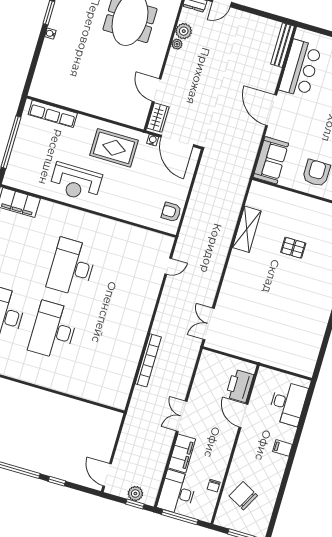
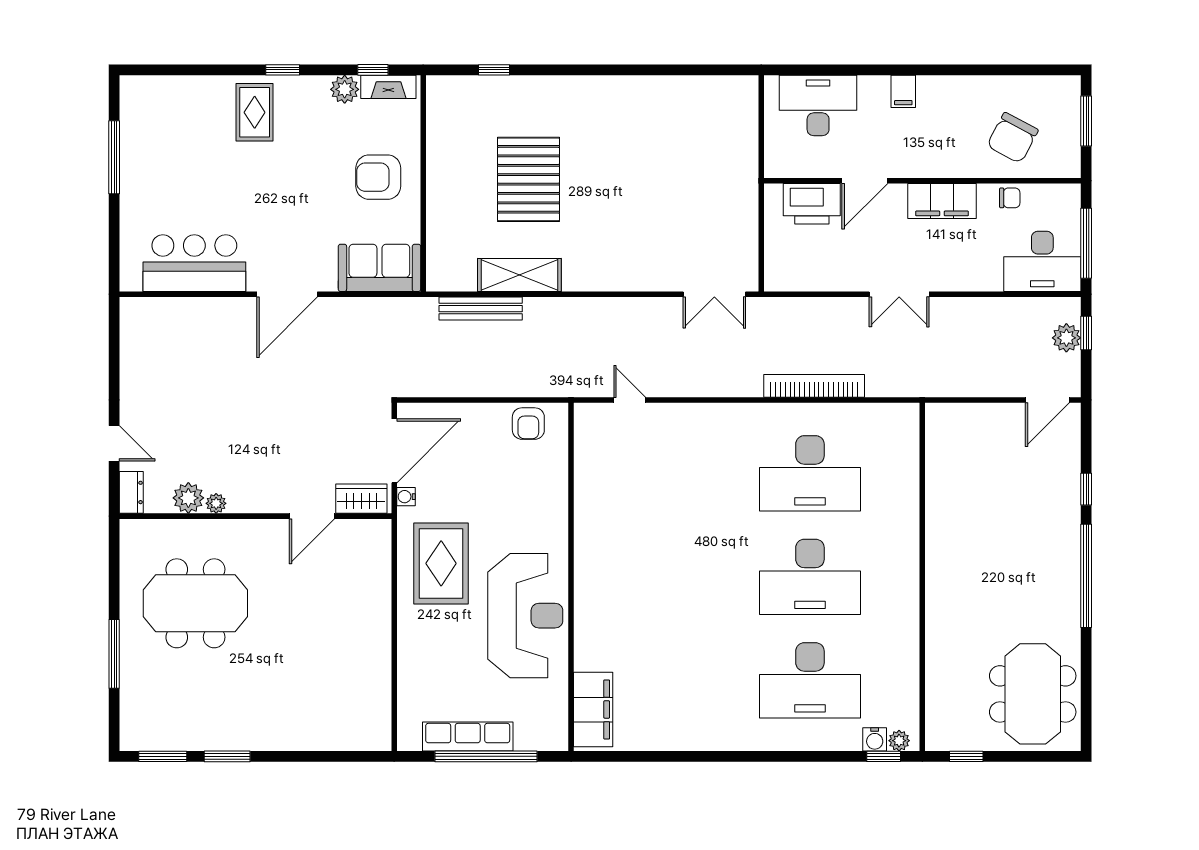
water cooler: (50, 34) -> (265, 742), removed
bench: (282, 45) -> (481, 309), moved
row of seats: (53, 114) -> (468, 737), moved, turned -90
reception desk: (76, 182) -> (525, 616), width x1.36, depth x1.30
pallet: (293, 248) -> (528, 179), width x2.05, depth x2.00
desk: (72, 267) -> (810, 473), moved
filing cabinet: (182, 453) -> (942, 201), moved, turned 180

